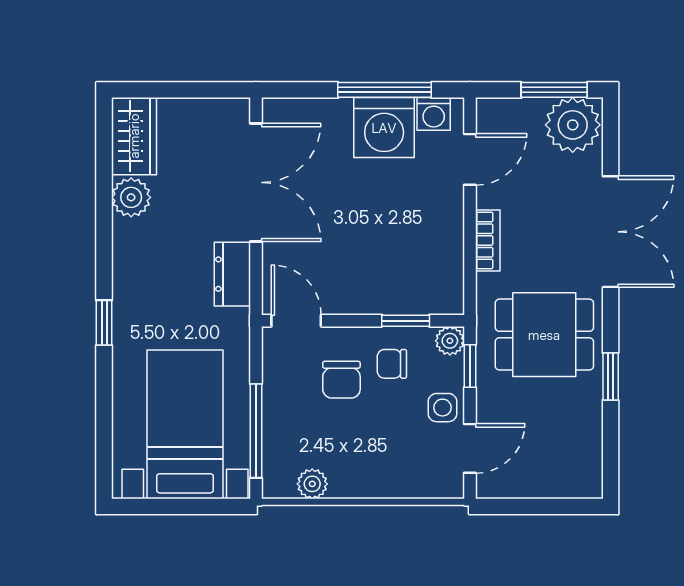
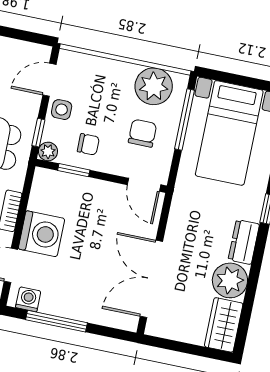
washing machine: (384, 128) -> (41, 234), moved, turned 90
plant: (131, 197) -> (230, 280), width x1.36, depth x1.36
dresser: (232, 274) -> (244, 242), moved, turned 180
chair: (341, 380) -> (142, 133), moved
plant: (312, 484) -> (154, 86), width x1.87, depth x1.87

